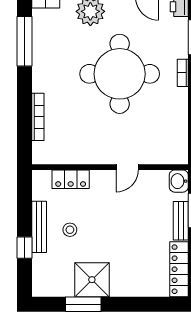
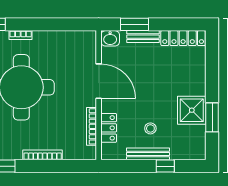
bookcase: (38, 117) -> (43, 155), moved
bookcase: (72, 158) -> (91, 126), added
door: (127, 167) -> (99, 81), width x1.87

